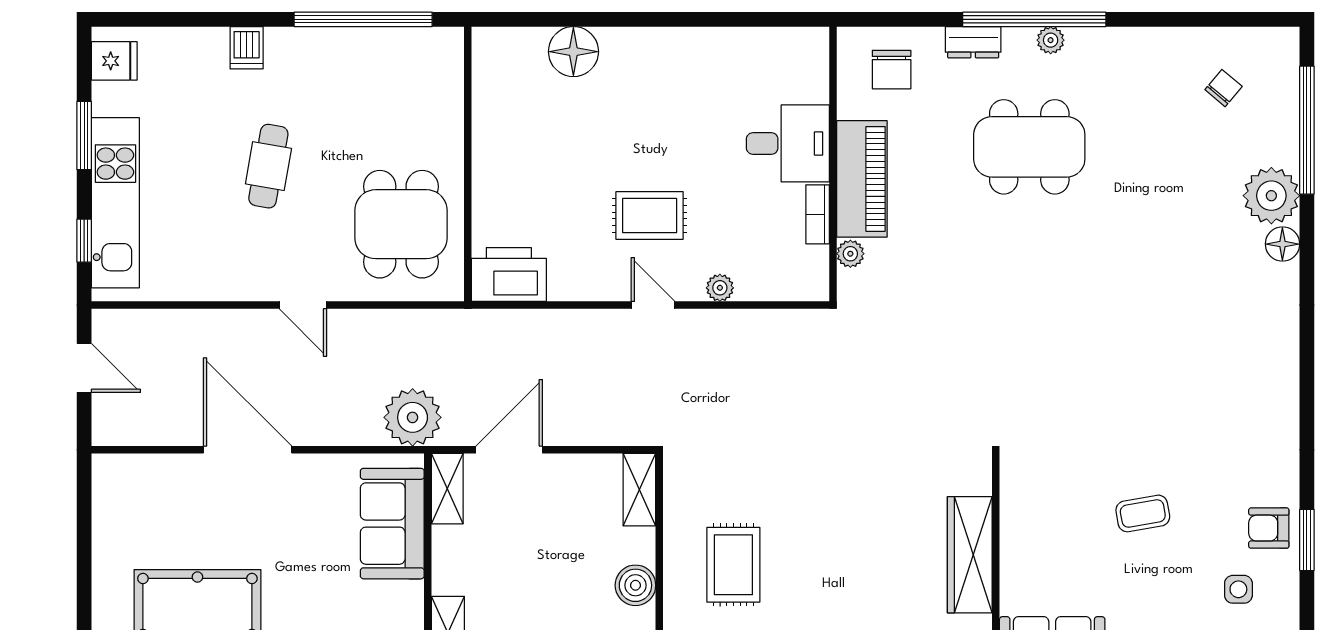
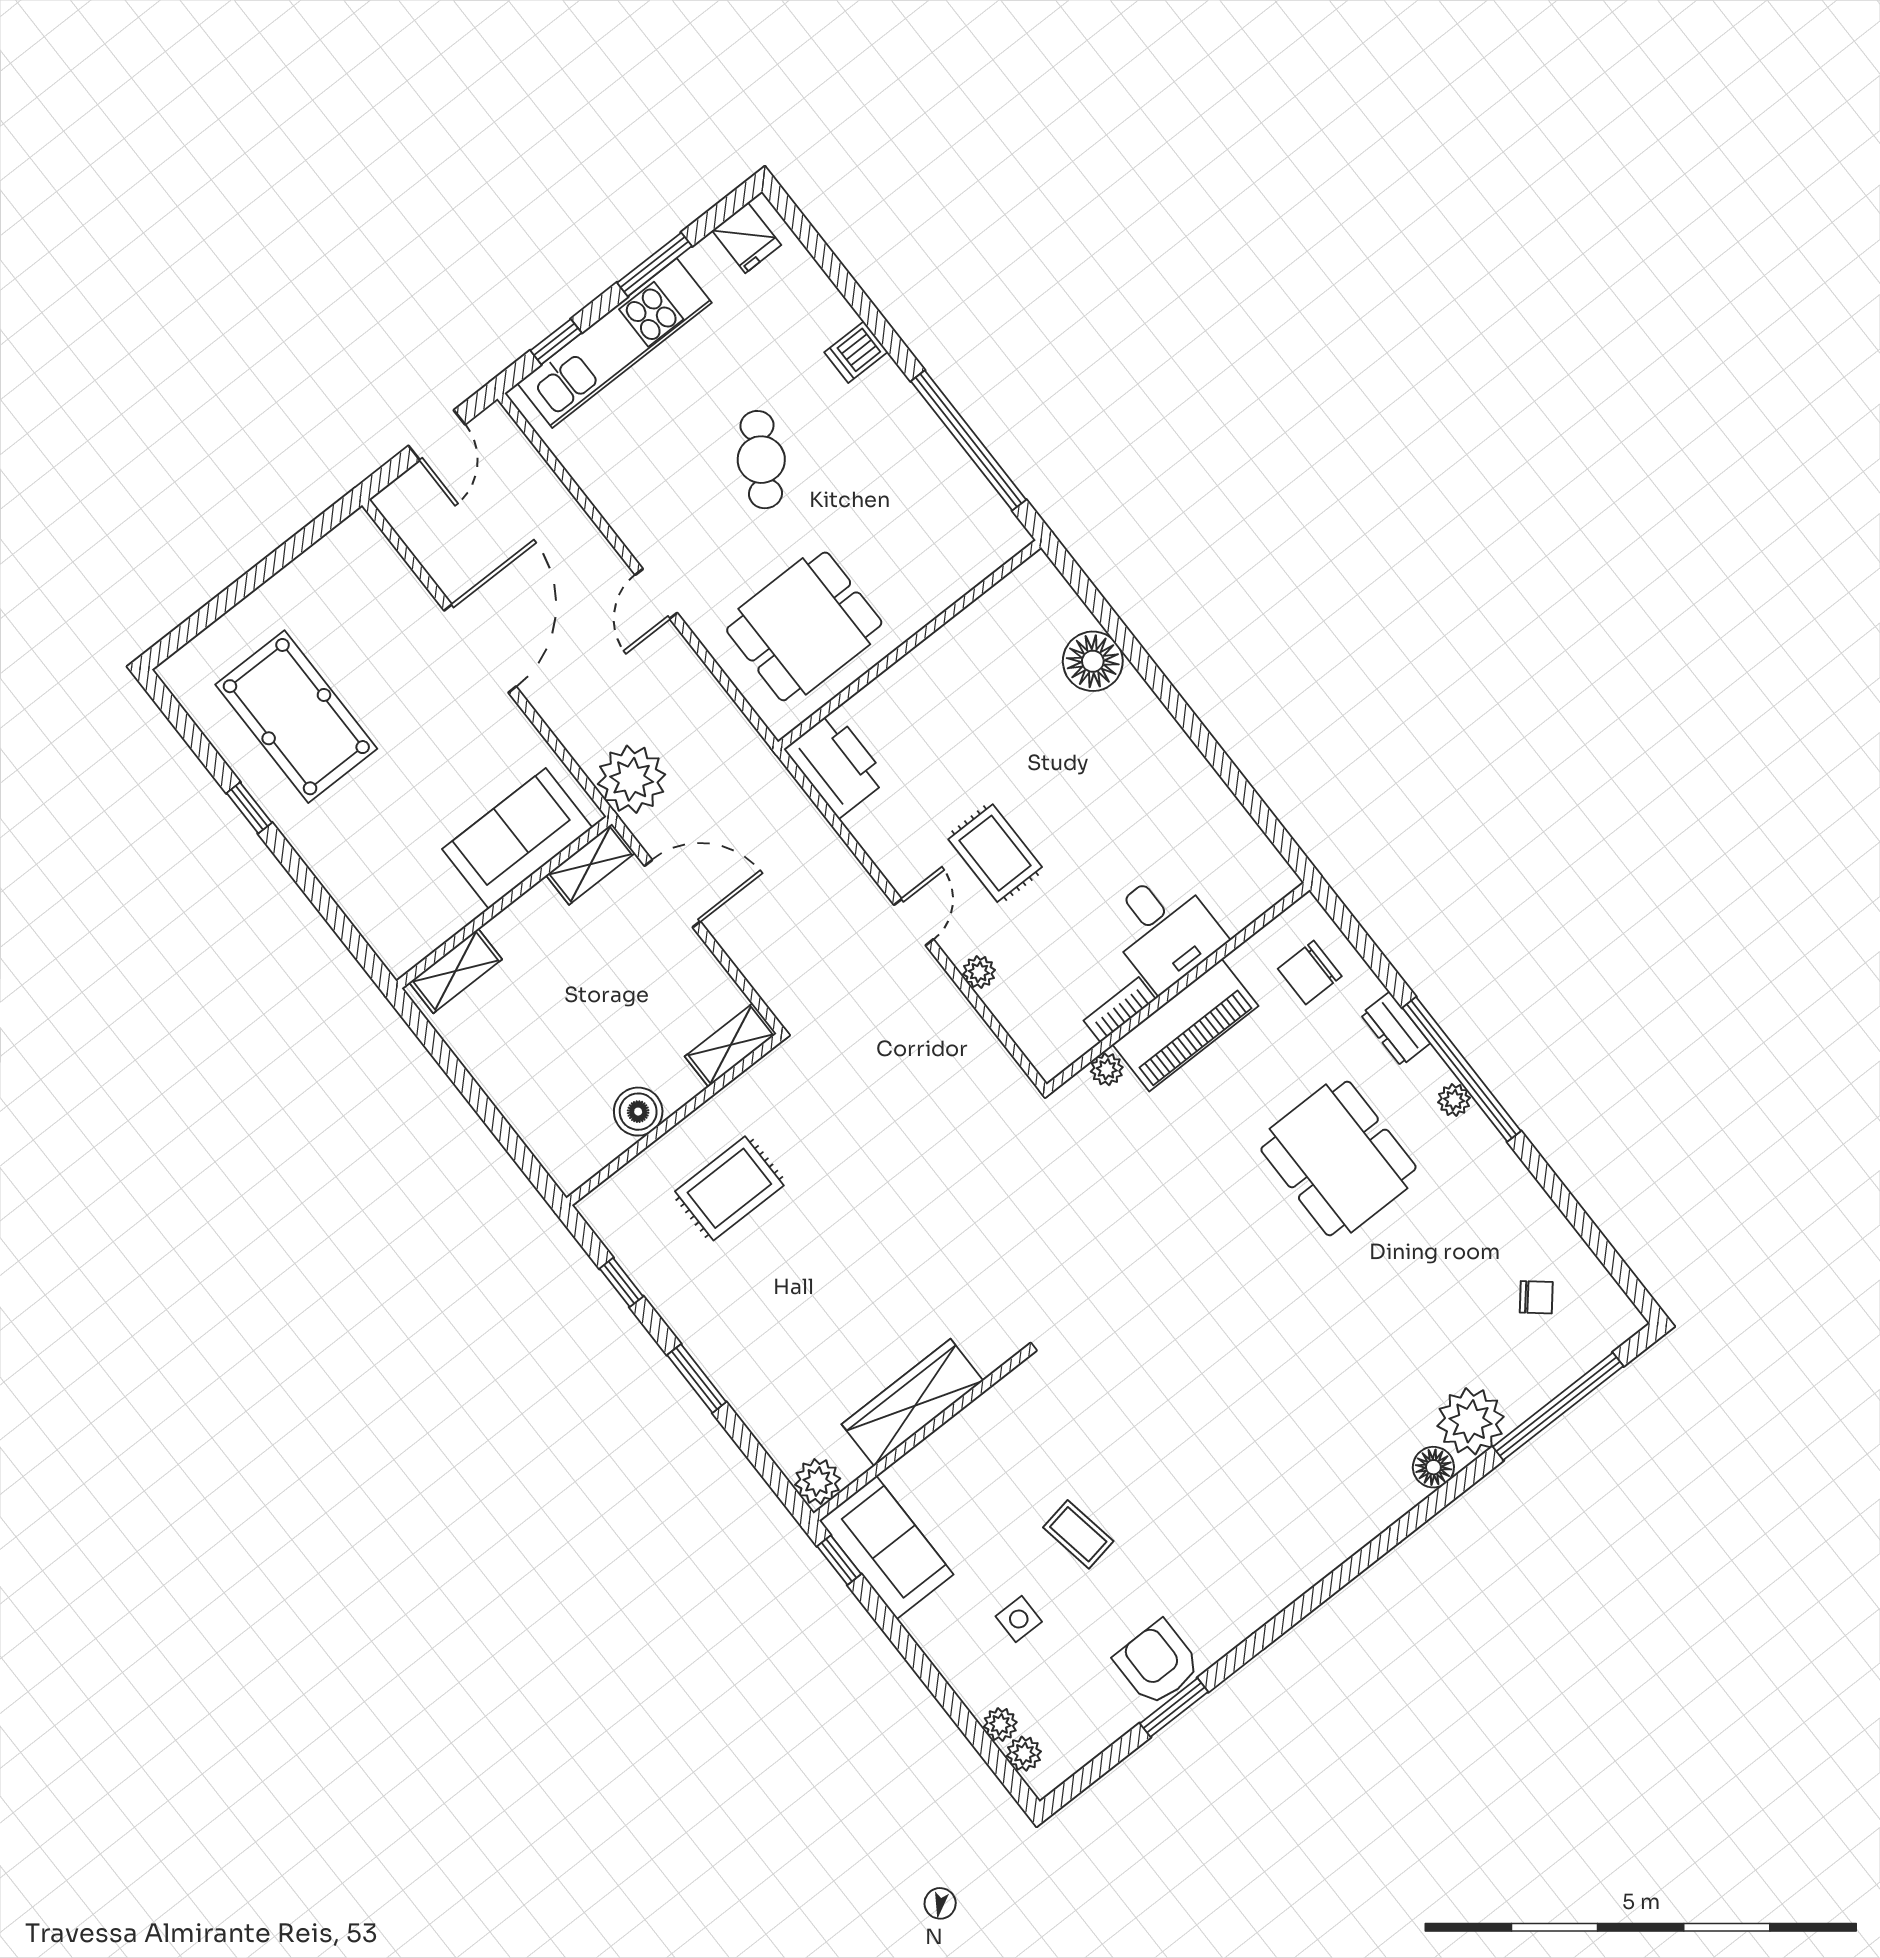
cafe table: (268, 166) -> (761, 460), turned -69
armchair: (1269, 528) -> (1157, 1663), width x1.38, depth x1.38
side table: (1238, 589) -> (1019, 1619), moved

